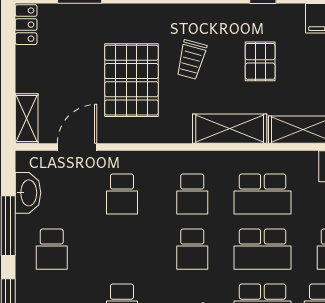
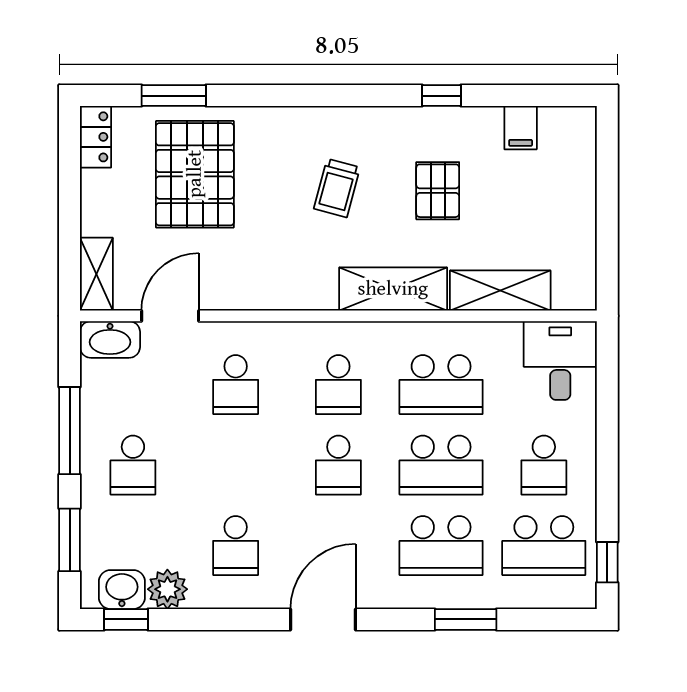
pallet: (131, 80) -> (195, 174), moved
washbasin: (28, 193) -> (110, 339), moved, turned 90

